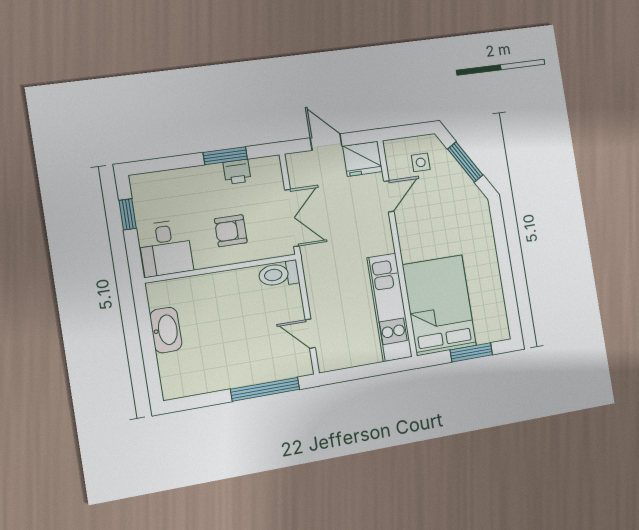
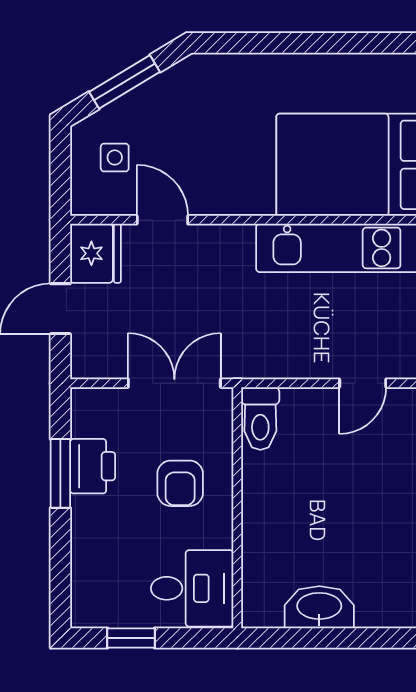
printer: (237, 172) -> (93, 466), width x1.36, depth x1.24

